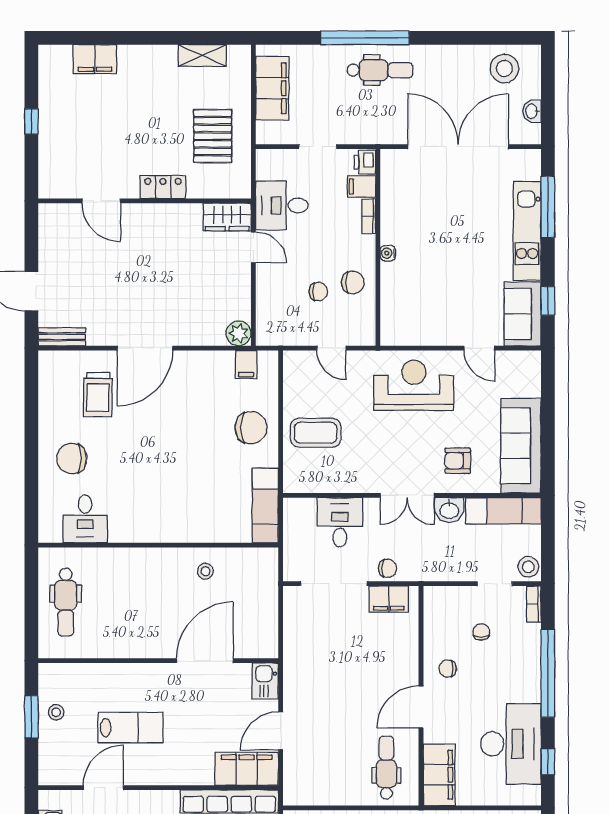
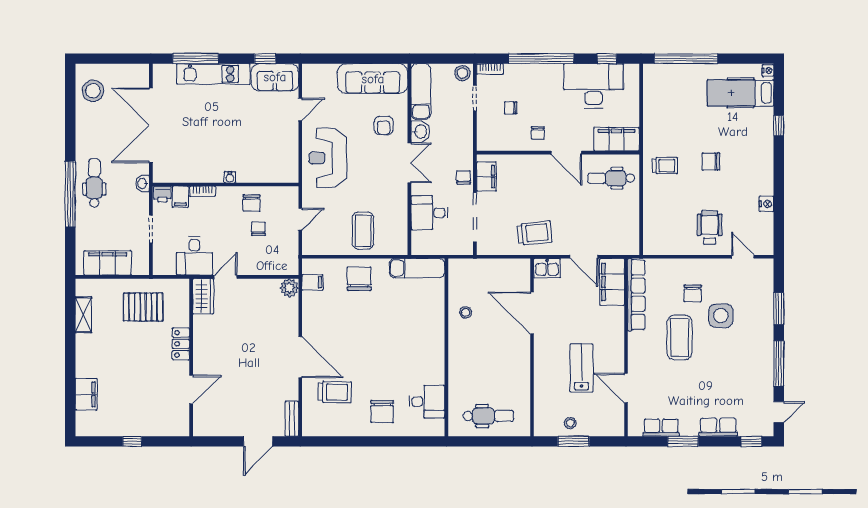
washbasin: (532, 111) -> (142, 184), moved, turned 90
chair: (353, 282) -> (252, 203), turned 180
trolley: (313, 664) -> (535, 233), added

